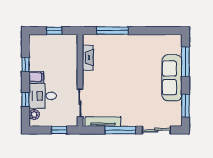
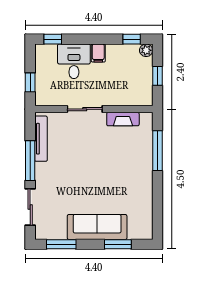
window: (185, 62) -> (118, 244), width x0.69
window: (25, 64) -> (132, 39), moved
window: (25, 99) -> (53, 39), moved
sliding door: (80, 103) -> (85, 109), moved
plant: (34, 115) -> (146, 50), moved

